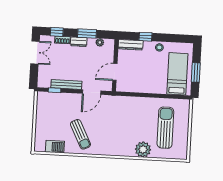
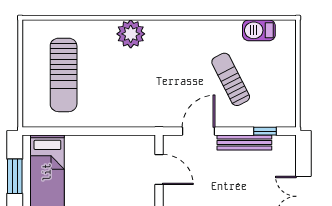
door: (115, 72) -> (159, 170), hinge flipped
sun lounger: (80, 134) -> (231, 79), moved
plant: (143, 149) -> (131, 34), moved

